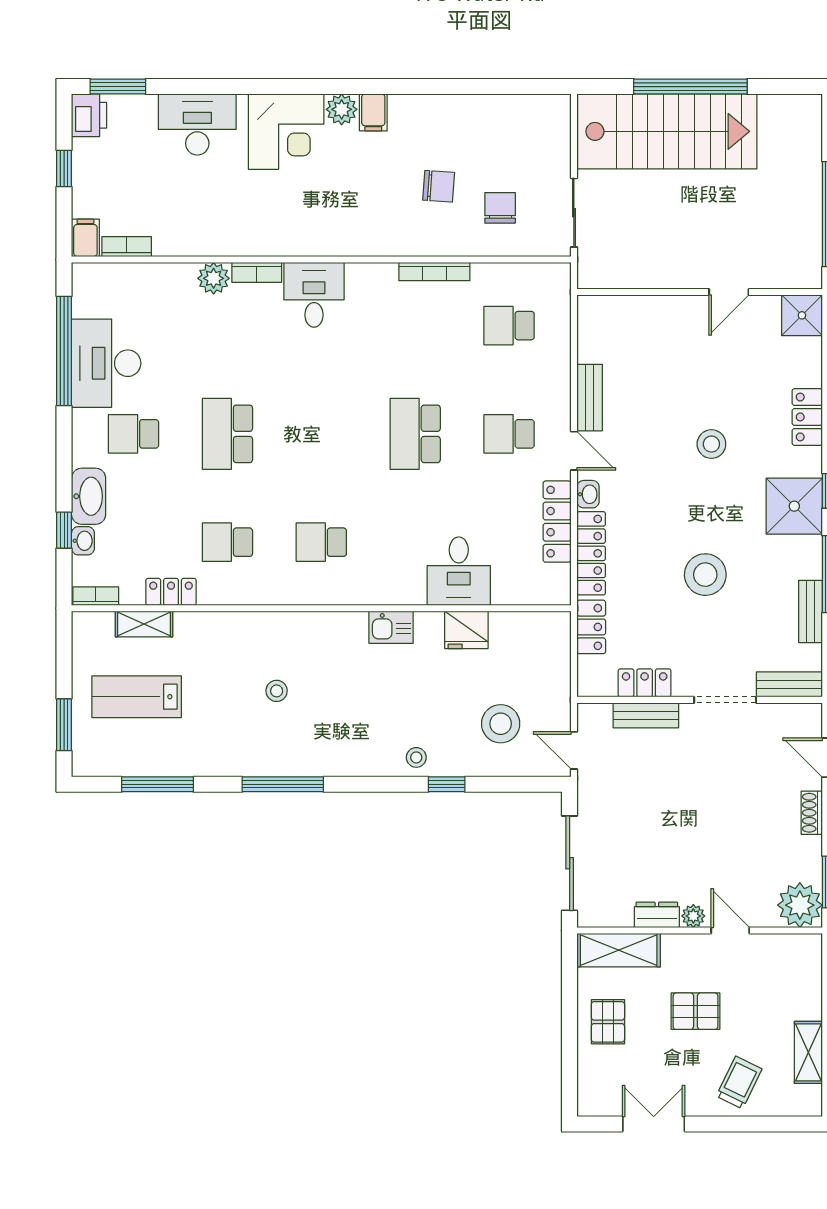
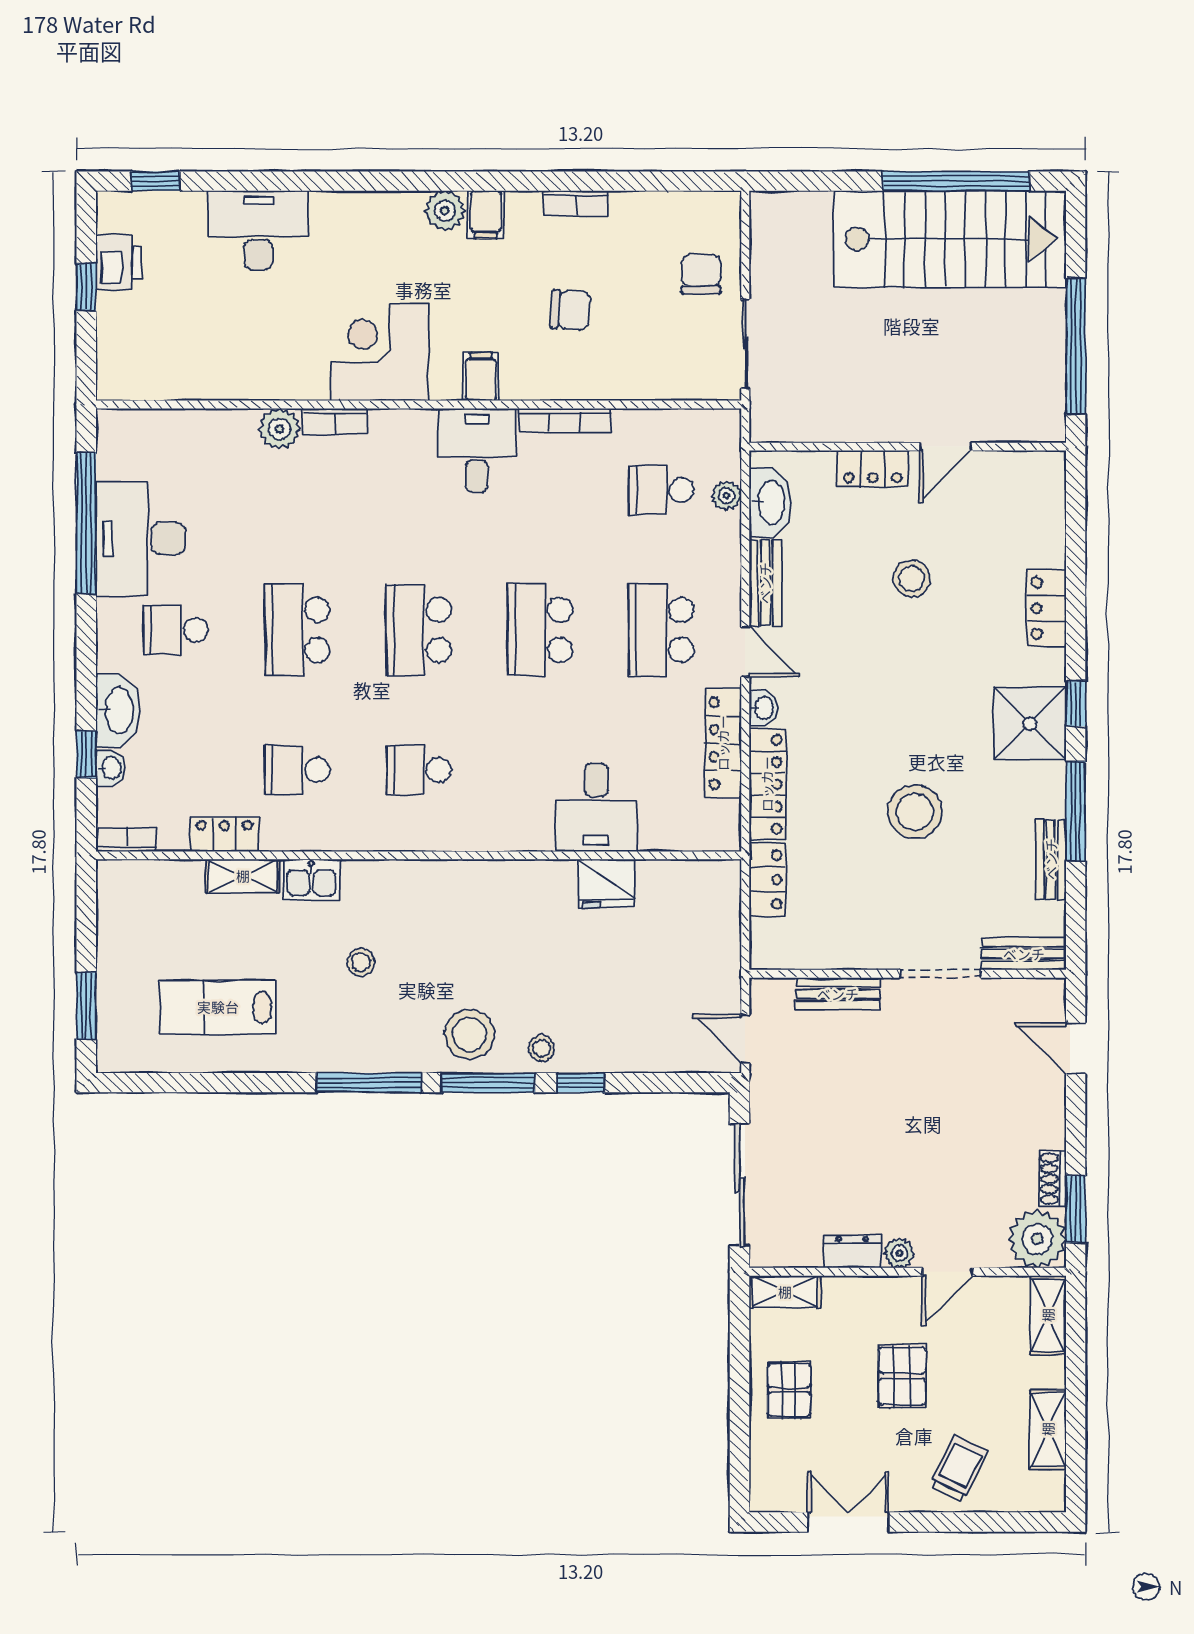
window: (118, 87) -> (156, 181), width x0.67
window: (690, 87) -> (956, 181), moved
printer: (89, 115) -> (119, 263), moved
stairs: (667, 131) -> (950, 239), moved
corner desk: (286, 132) -> (380, 352), moved, turned 180
chair: (500, 208) -> (701, 274), moved
filing cabinet: (85, 238) -> (481, 377), moved
bookcase: (127, 247) -> (576, 203), moved, turned 180
desk: (314, 295) -> (477, 450), moved
shower: (802, 315) -> (1040, 477), removed
plant: (560, 330) -> (727, 495), added
washbasin: (593, 335) -> (770, 502), added
school desk: (321, 434) -> (419, 630), added
school desk: (509, 434) -> (661, 630), width x1.85
stool: (711, 444) -> (912, 579), moved
shelving: (144, 624) -> (243, 876), moved
kitchen sink: (391, 627) -> (311, 880), moved
locker: (645, 683) -> (873, 469), moved, turned 180
lab bench: (137, 697) -> (218, 1007), moved
stool: (501, 724) -> (469, 1034), moved
window: (158, 784) -> (488, 1083), moved
shoe rack: (812, 813) -> (1052, 1179), moved
door: (730, 930) -> (947, 1272), swing flipped
shelving: (619, 950) -> (785, 1292), width x0.67, depth x0.75
shelving: (808, 964) -> (1048, 1315), added
pallet: (695, 1011) -> (902, 1376), turned 90

